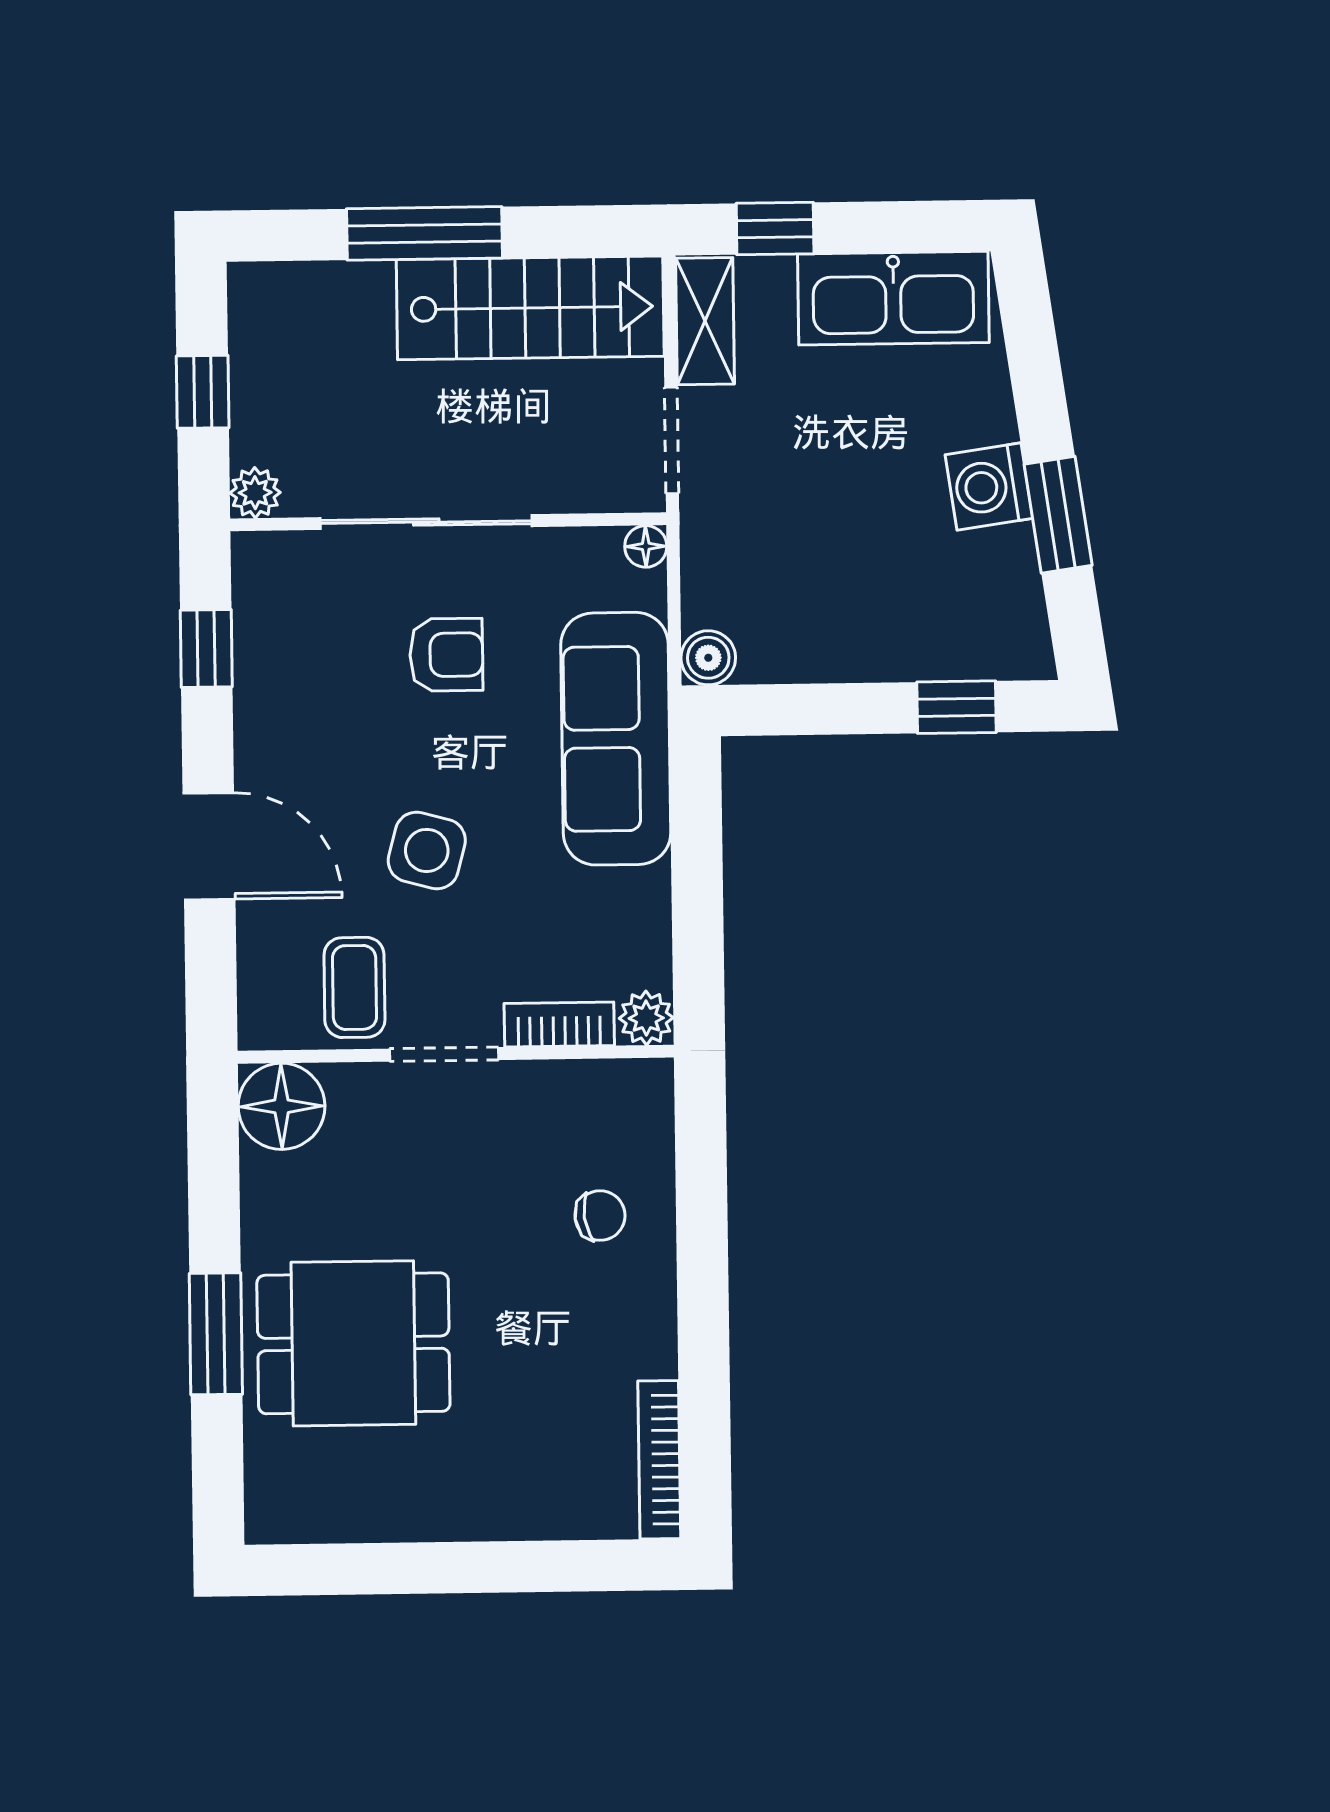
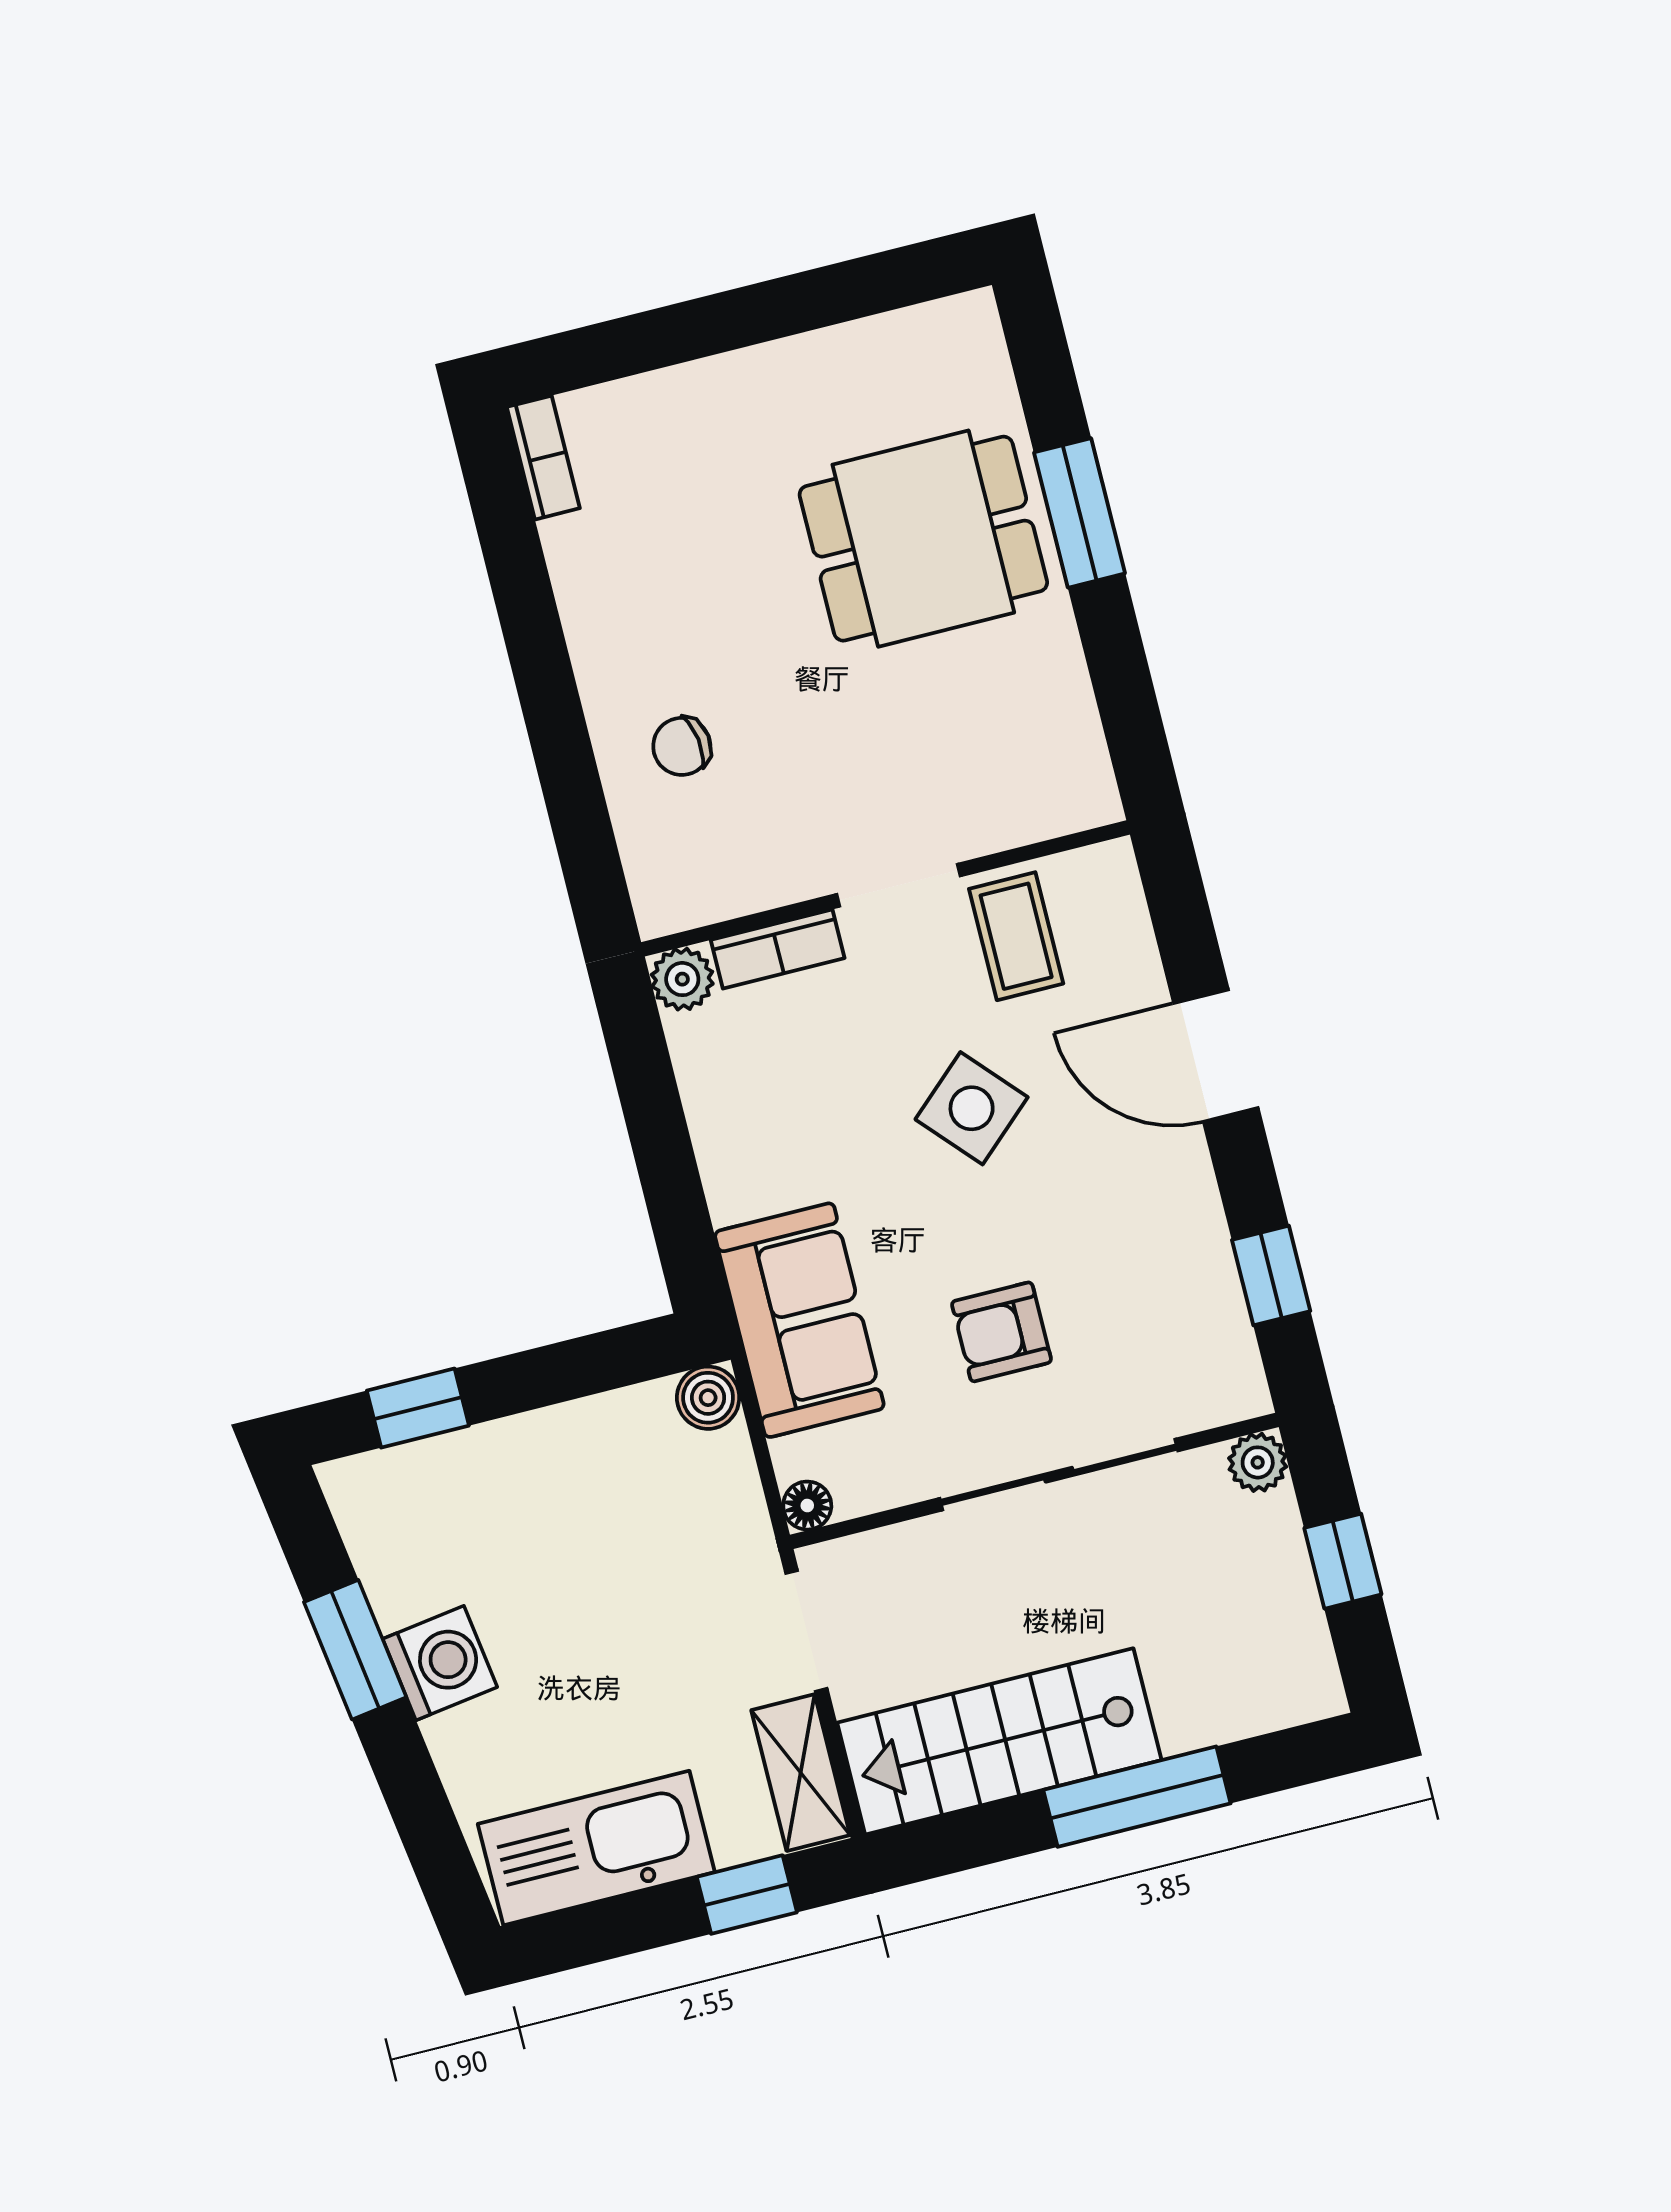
sofa: (616, 739) -> (799, 1320), width x0.73
side table: (427, 850) -> (972, 1108), turned 33
floor lamp: (282, 1106) -> (1066, 784), removed
bookcase: (659, 1460) -> (543, 458), width x0.64

